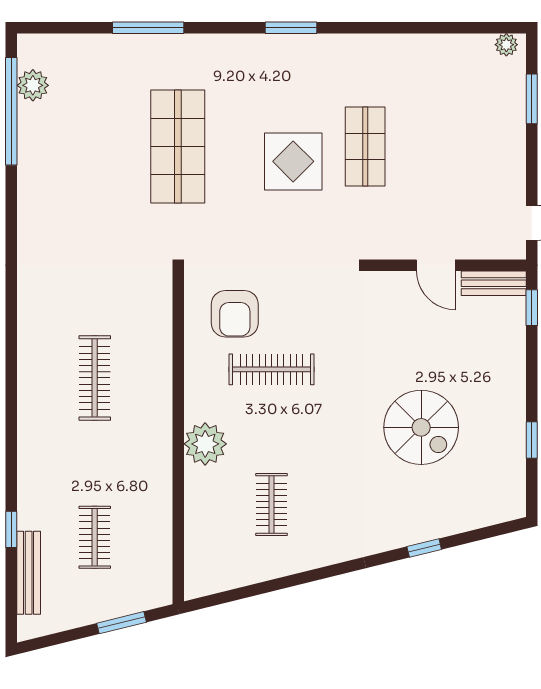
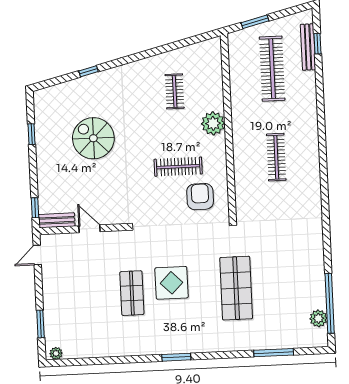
window: (148, 28) -> (274, 353), moved
window: (11, 529) -> (317, 44), moved
clothes rail: (95, 537) -> (272, 69), width x1.86, depth x1.31

